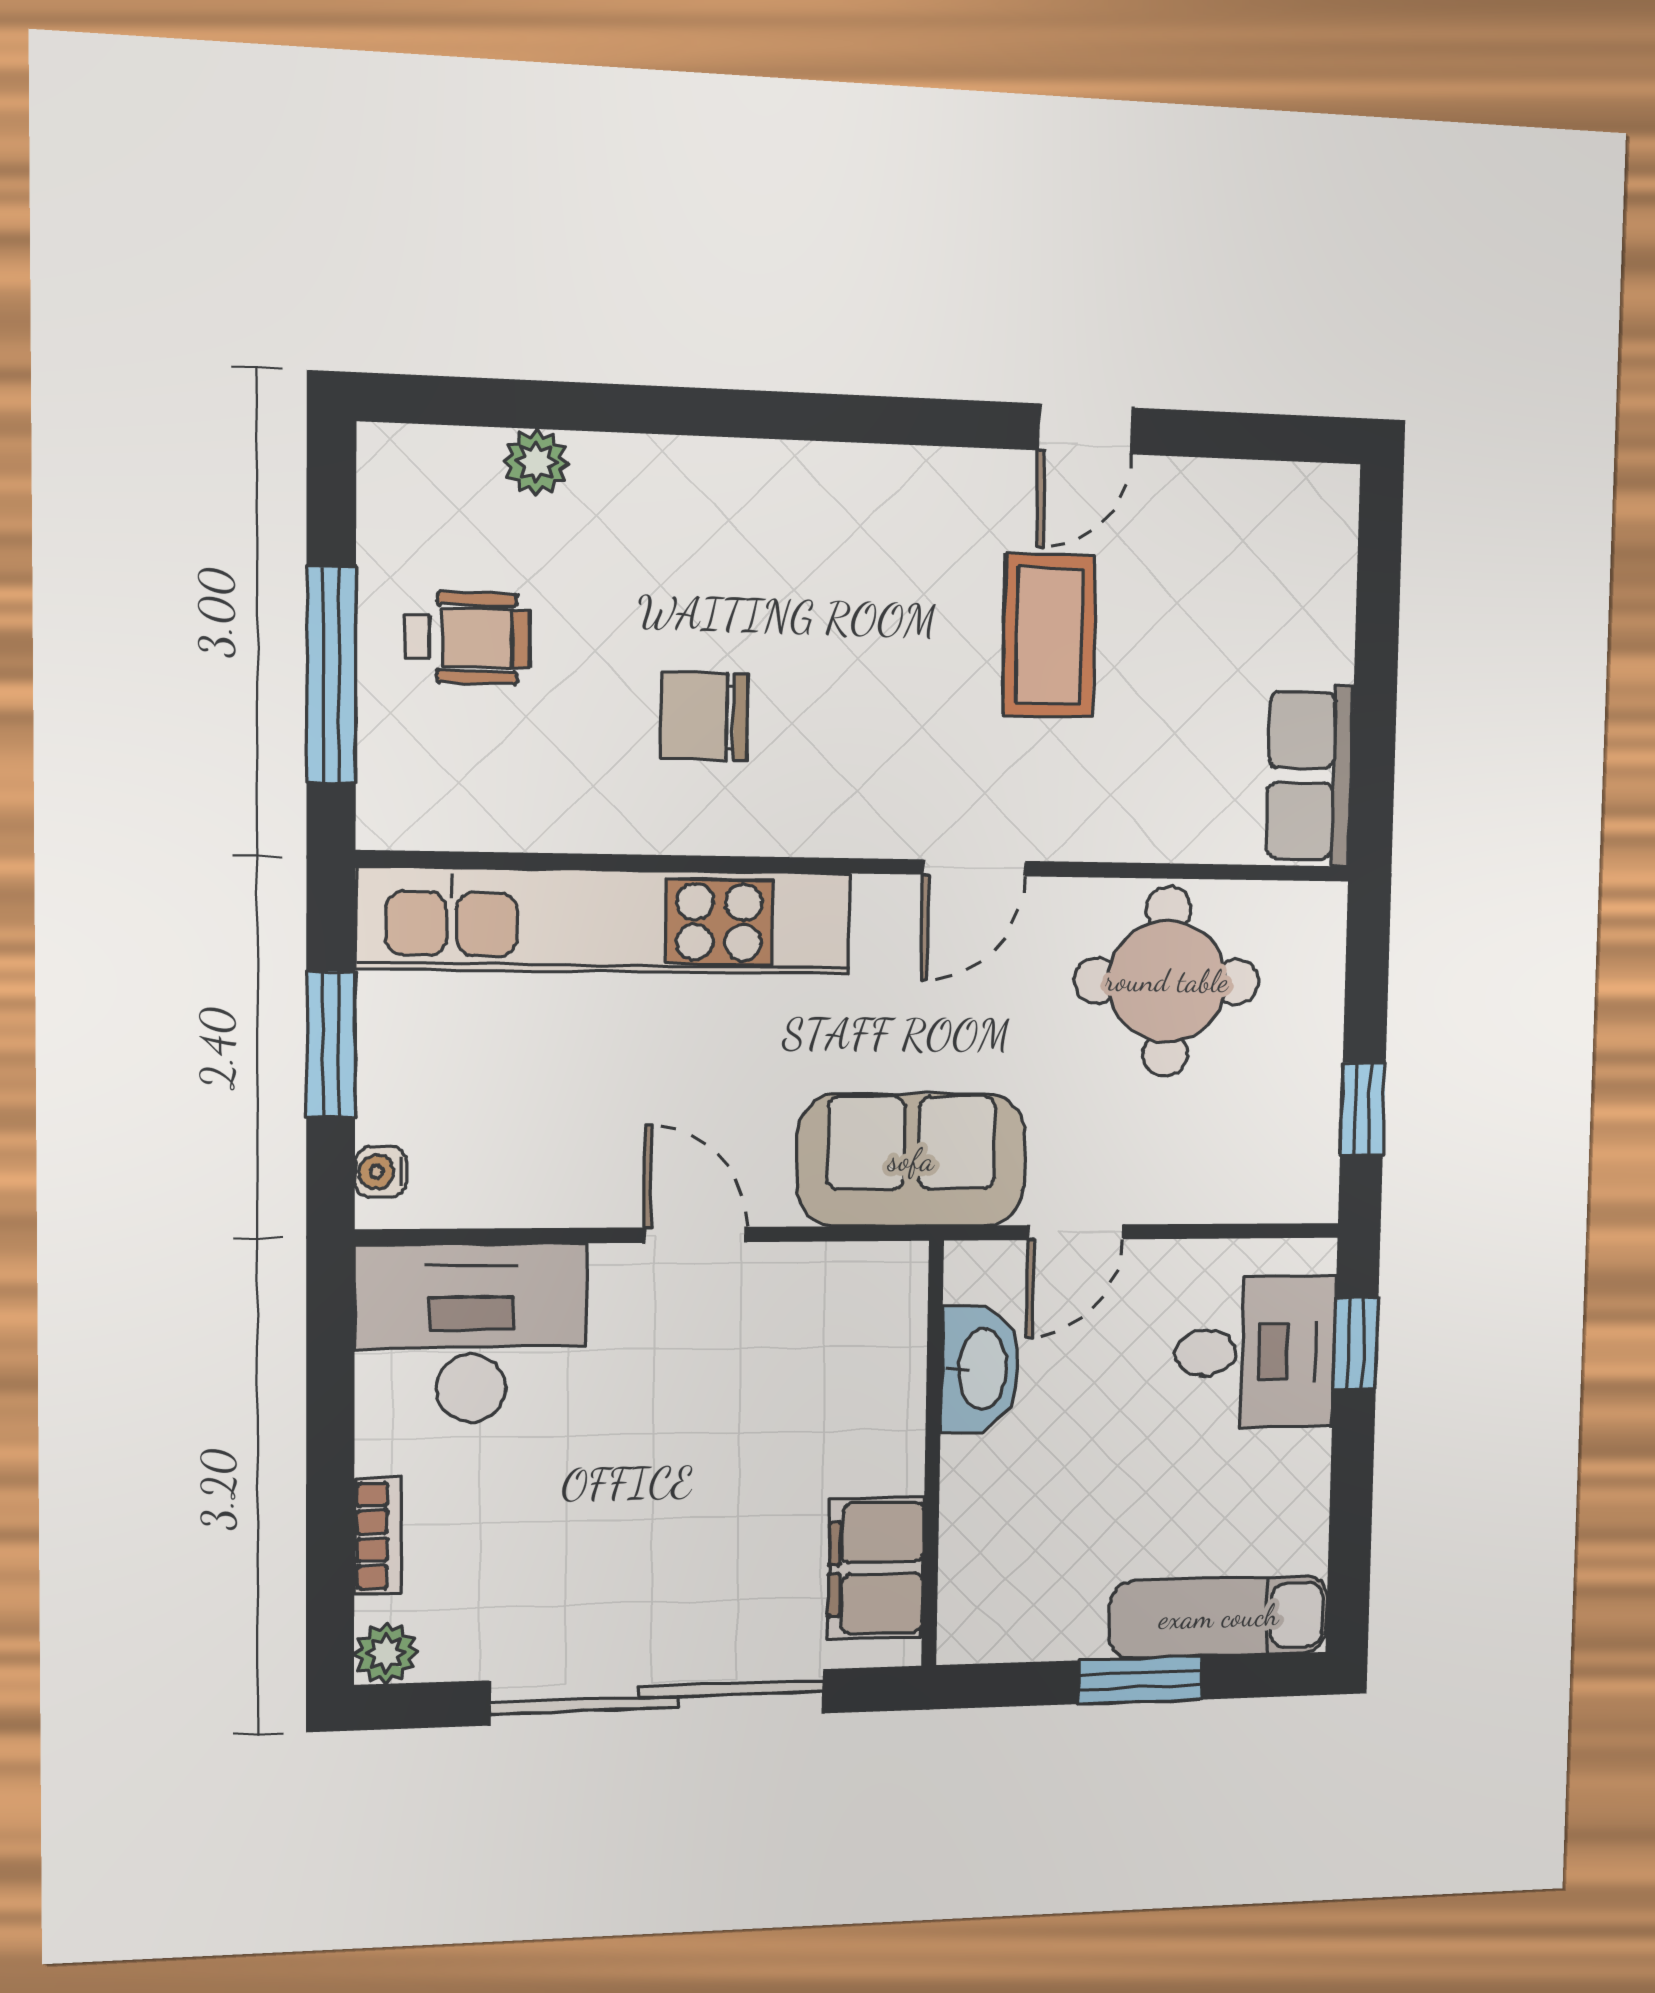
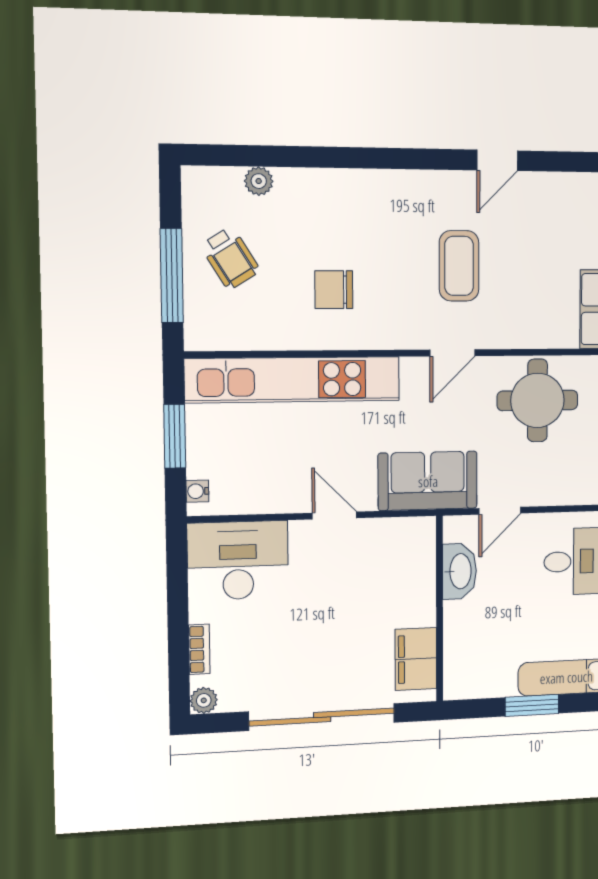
coffee table: (1049, 636) -> (459, 266), moved
wheelchair: (467, 638) -> (230, 258), turned 58

